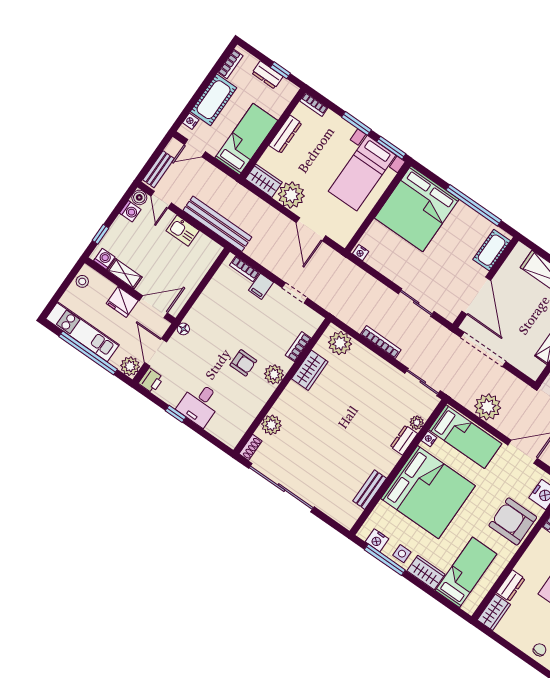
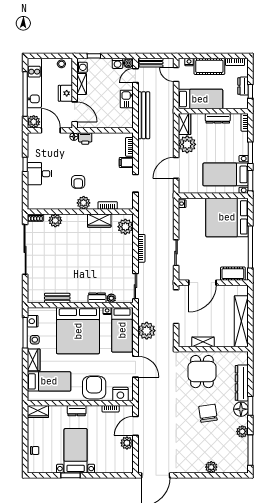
door: (156, 352) -> (51, 130), hinge flipped
printer: (151, 381) -> (85, 139), moved
dresser: (511, 586) -> (77, 411), moved

